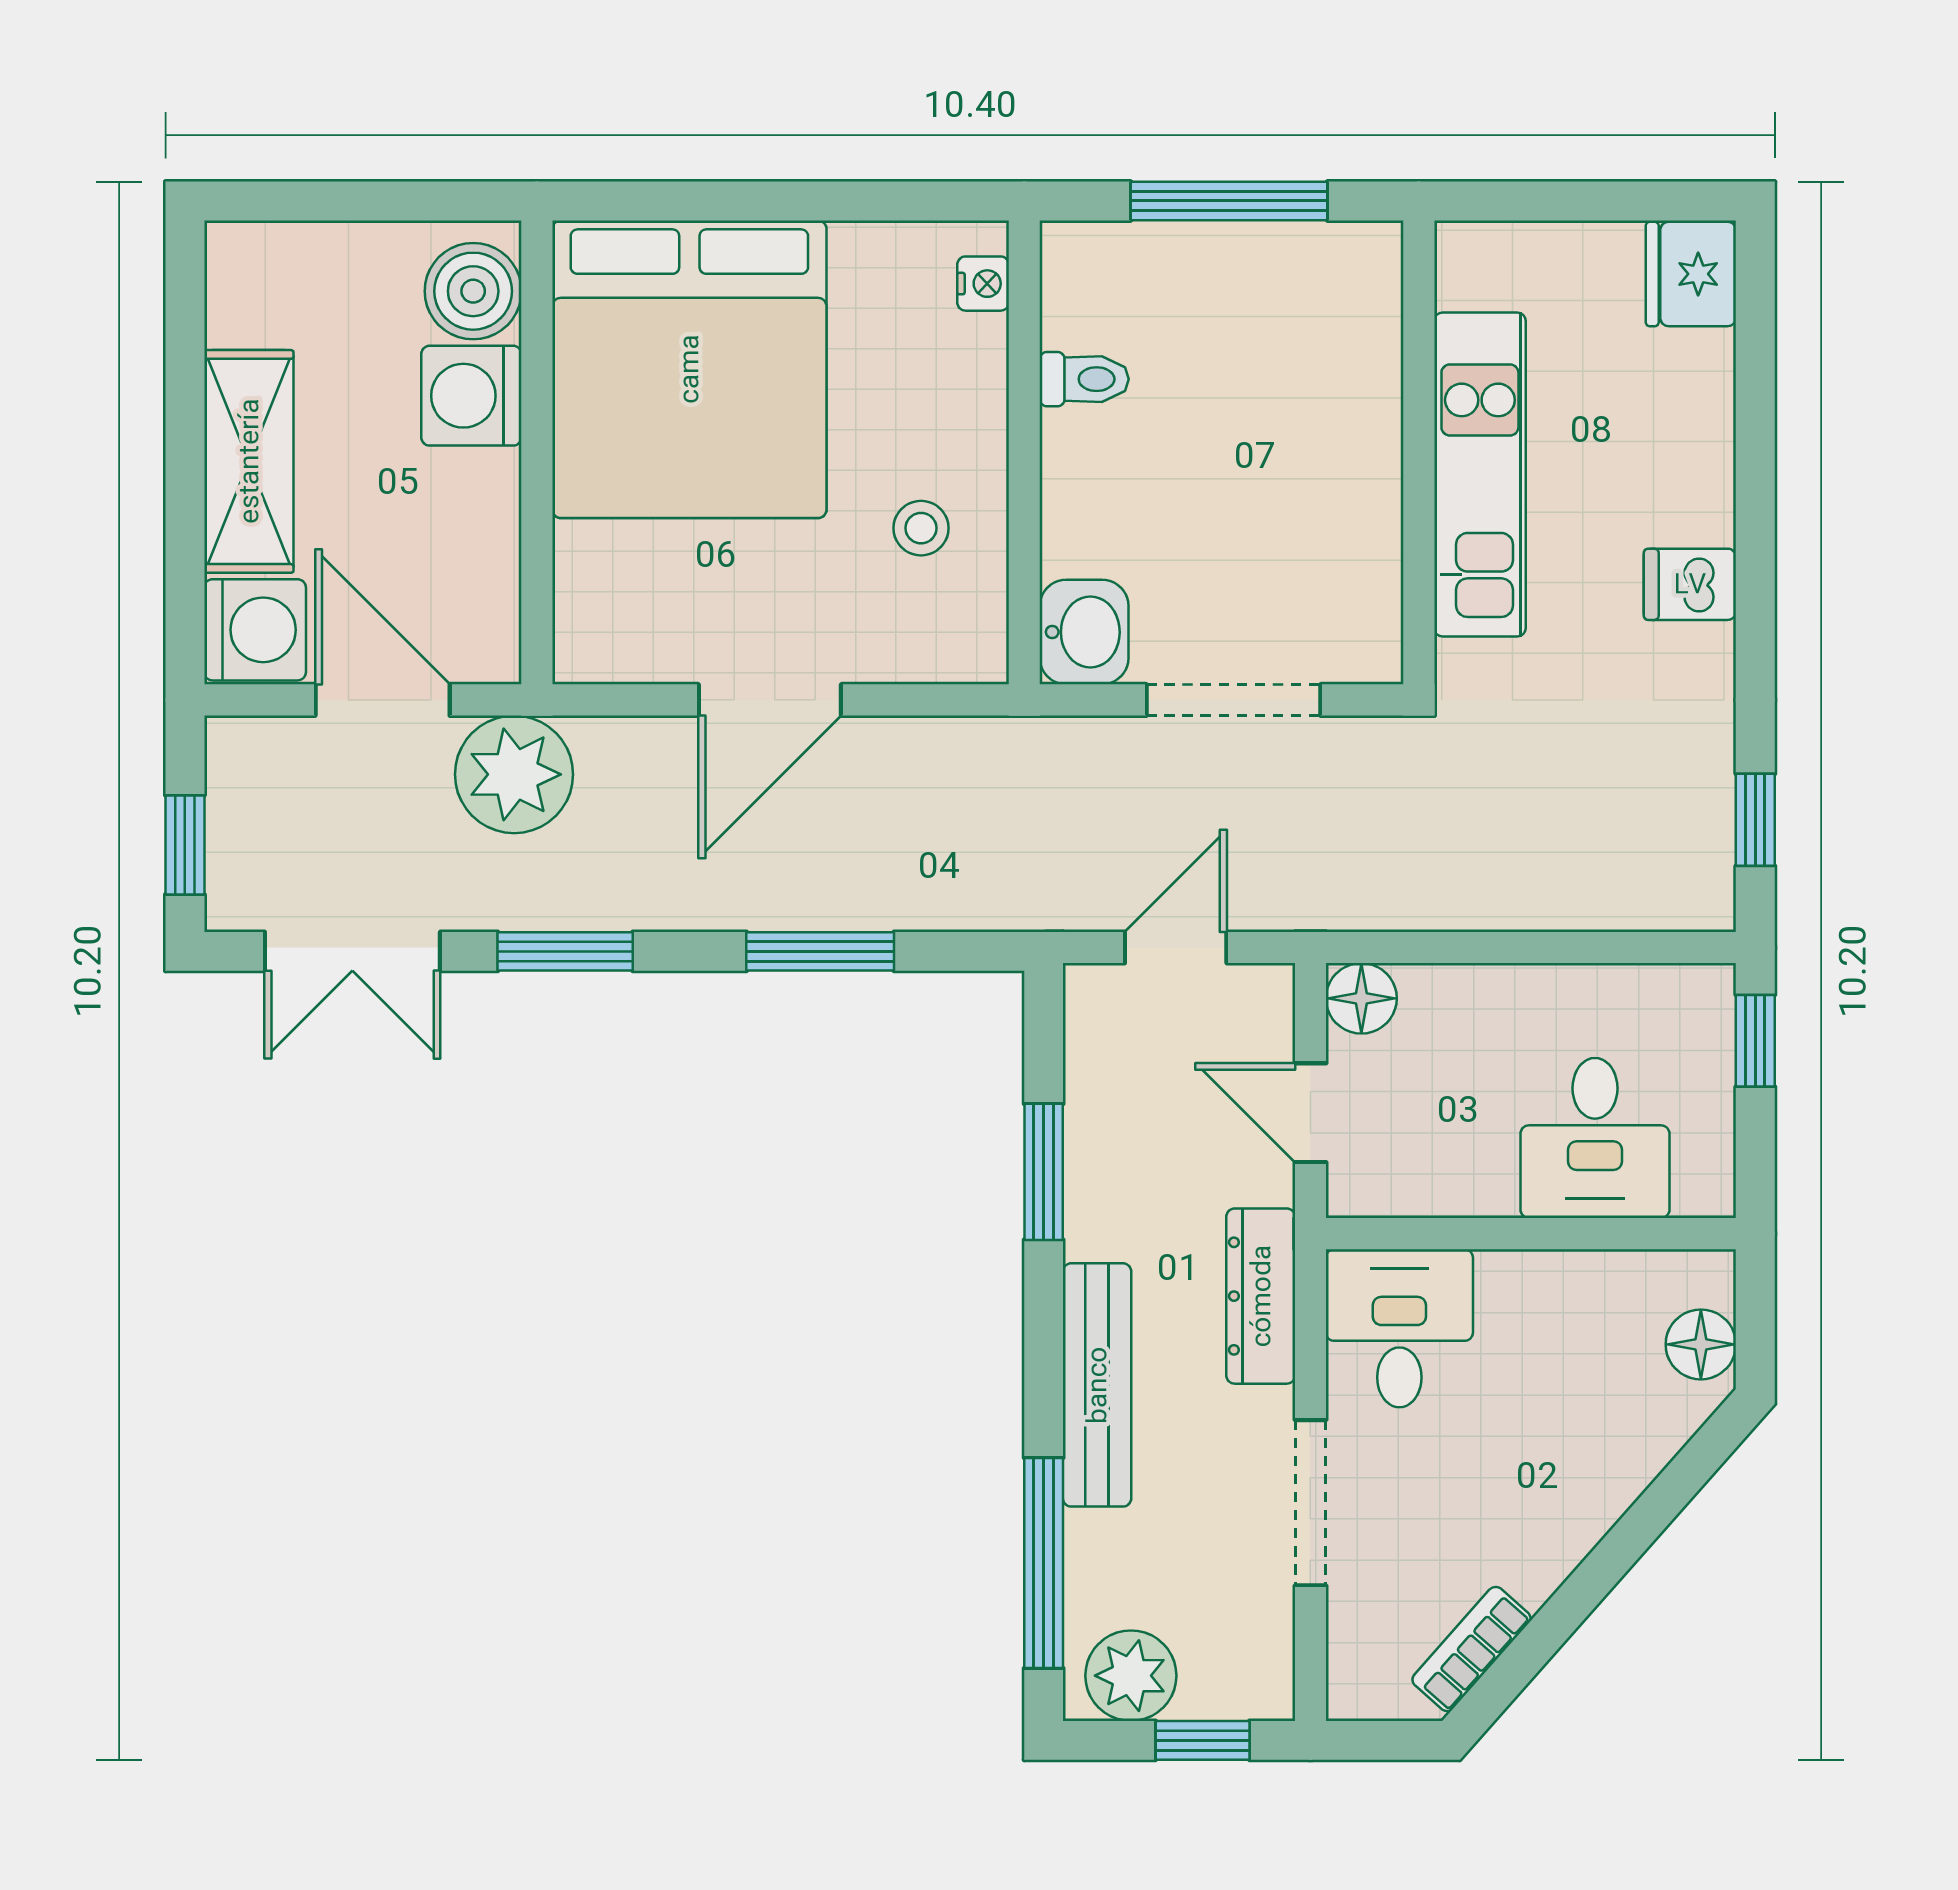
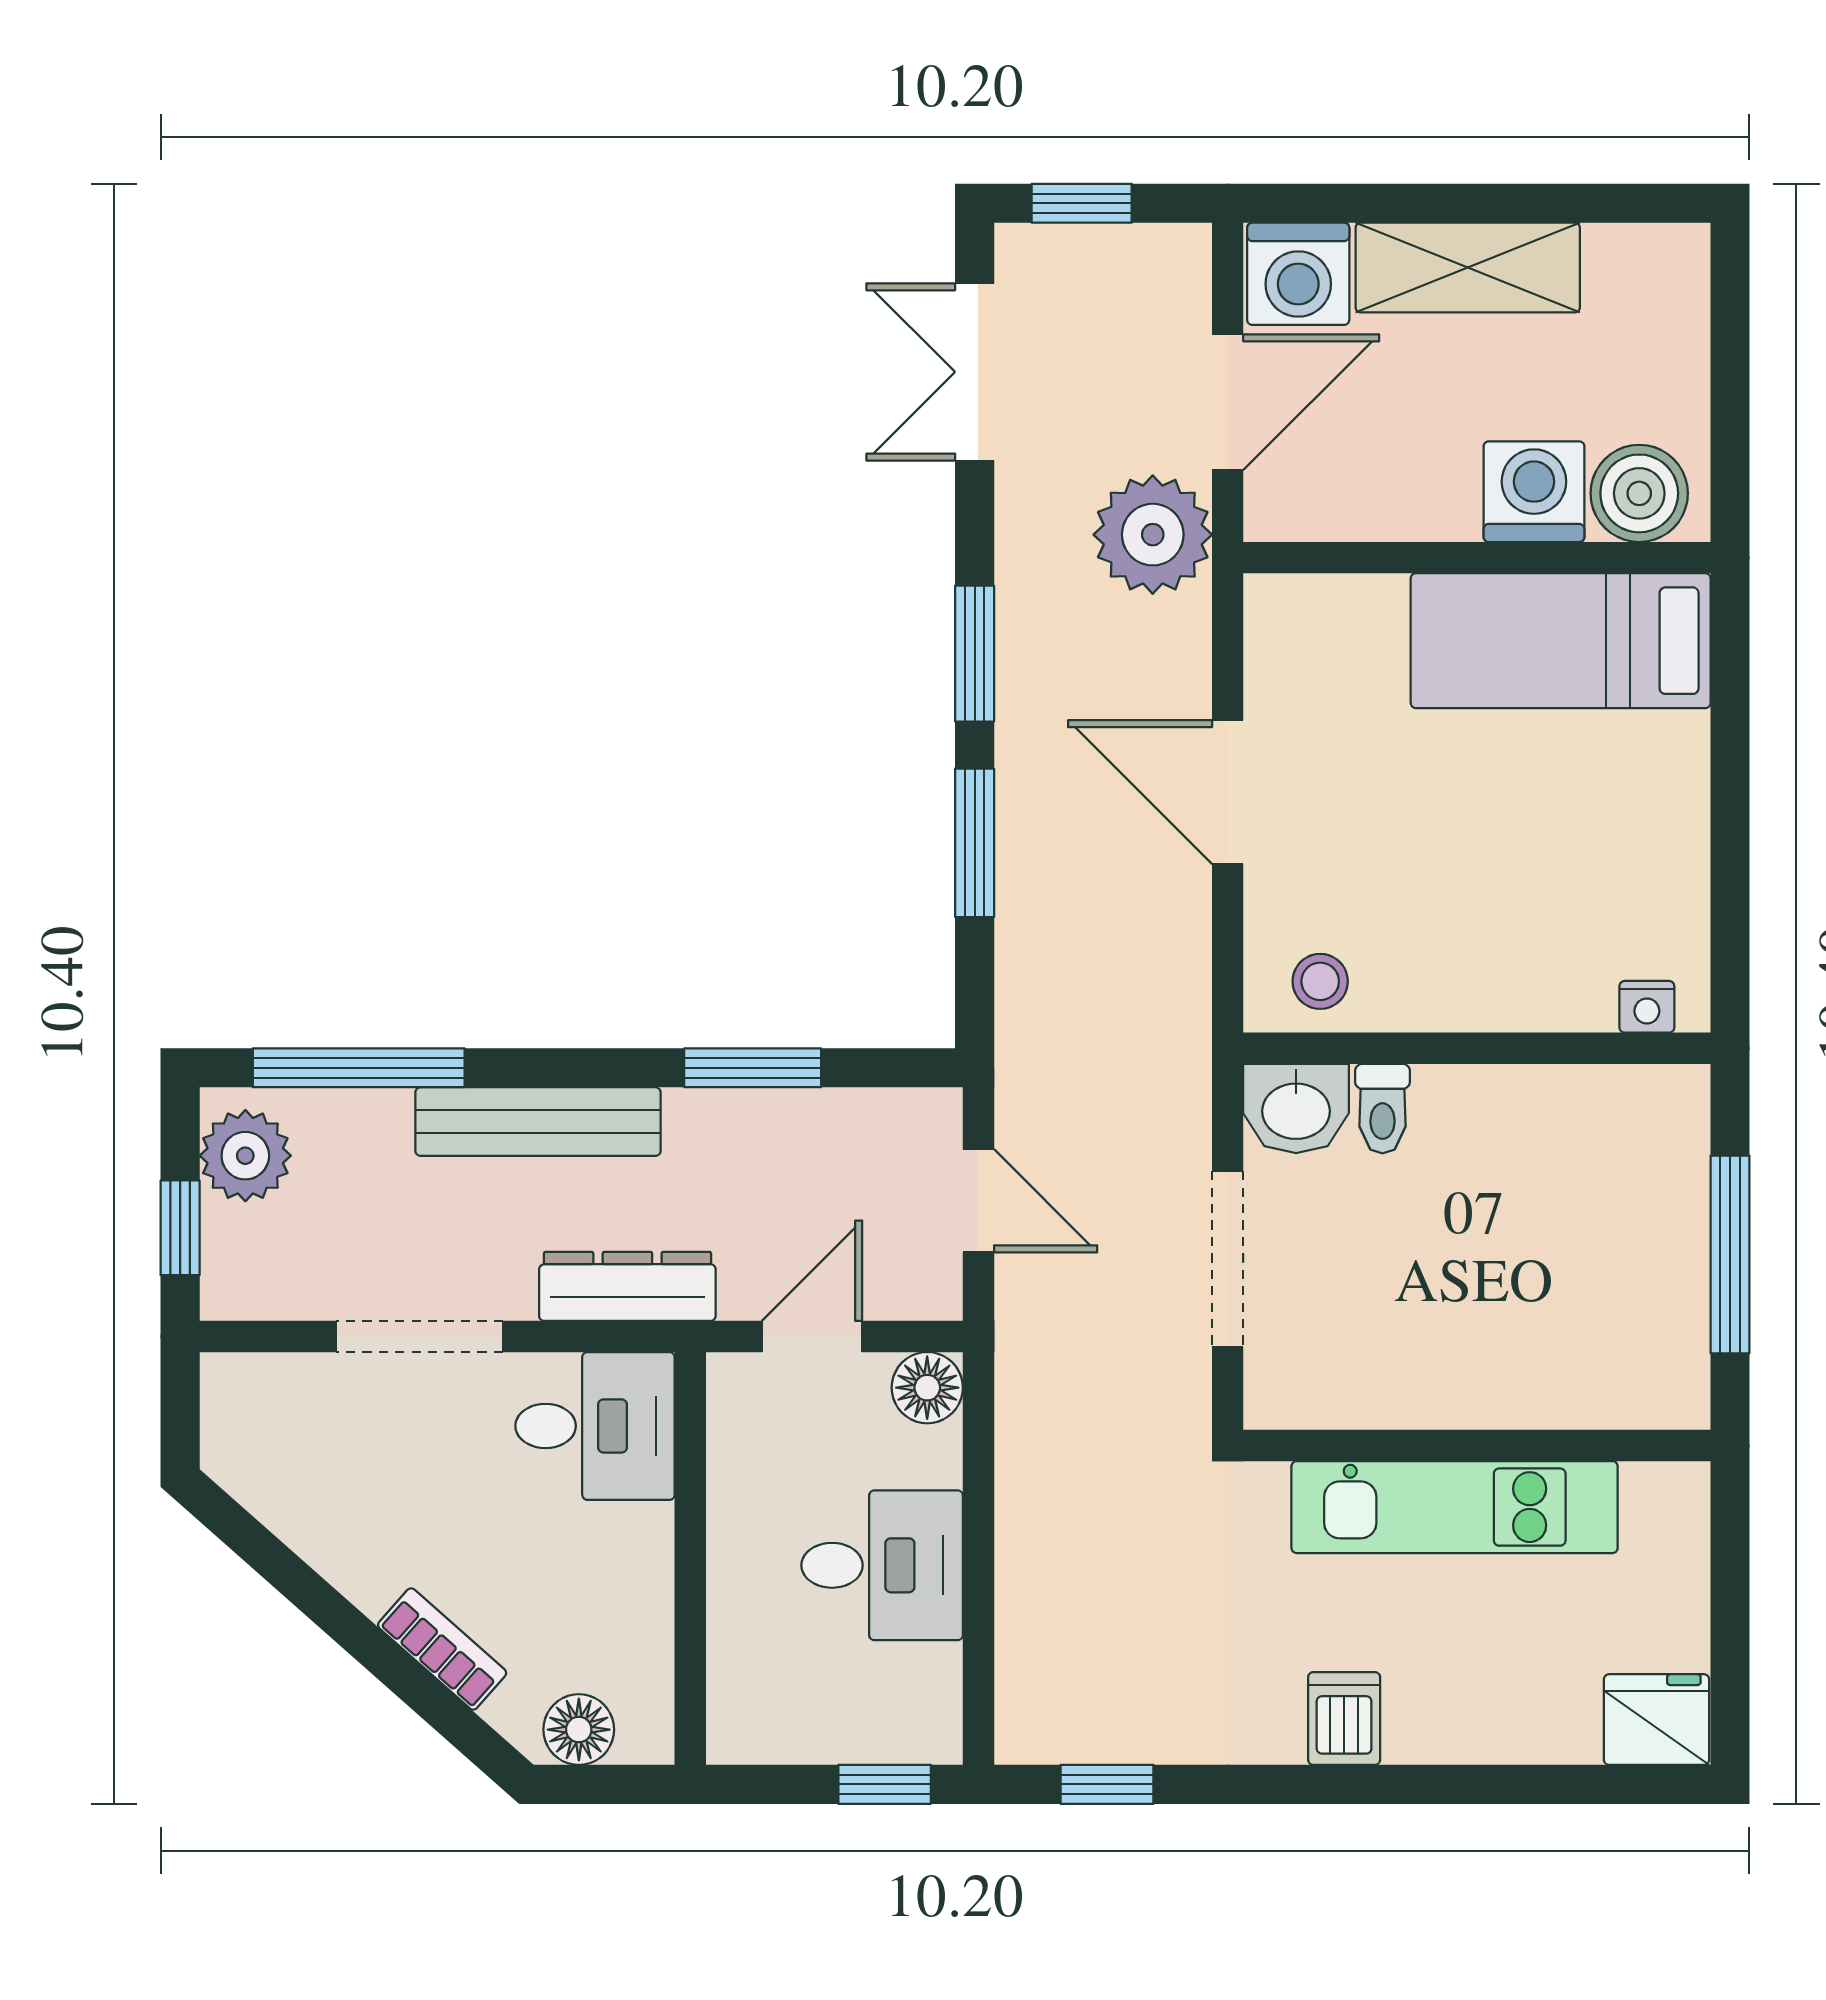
bed: (689, 369) -> (1561, 641), width x0.49
toilet: (1084, 379) -> (1382, 1109), moved
stool: (921, 528) -> (1320, 981), moved
window: (565, 951) -> (975, 654), moved
desk: (1595, 1138) -> (882, 1565), moved, turned 180
bookcase: (1471, 1649) -> (442, 1649), moved

